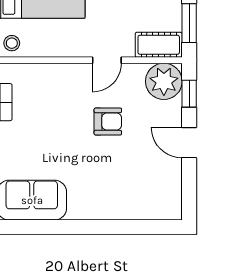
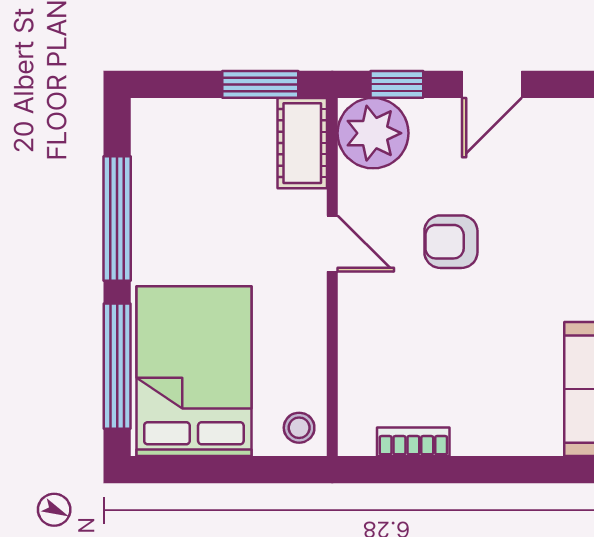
armchair: (108, 122) -> (451, 242), turned -90

